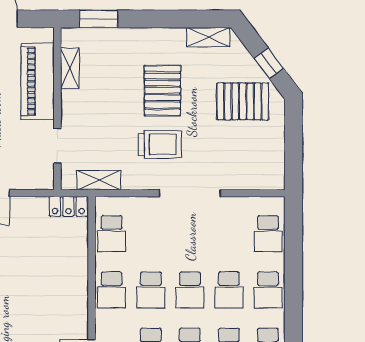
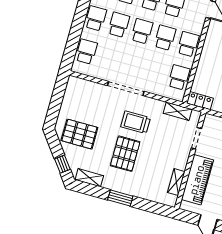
window: (98, 19) -> (120, 198), moved
window: (269, 63) -> (62, 164), moved

